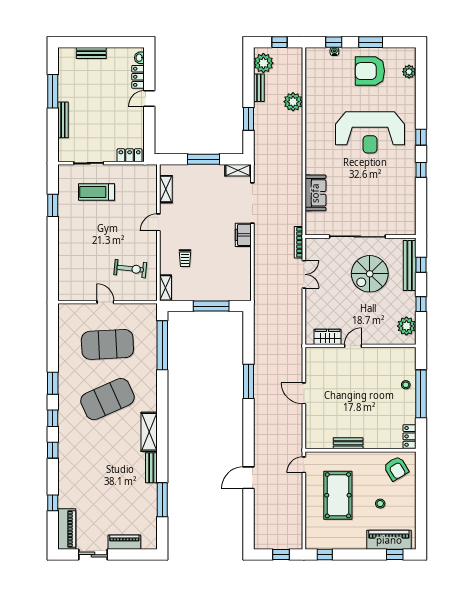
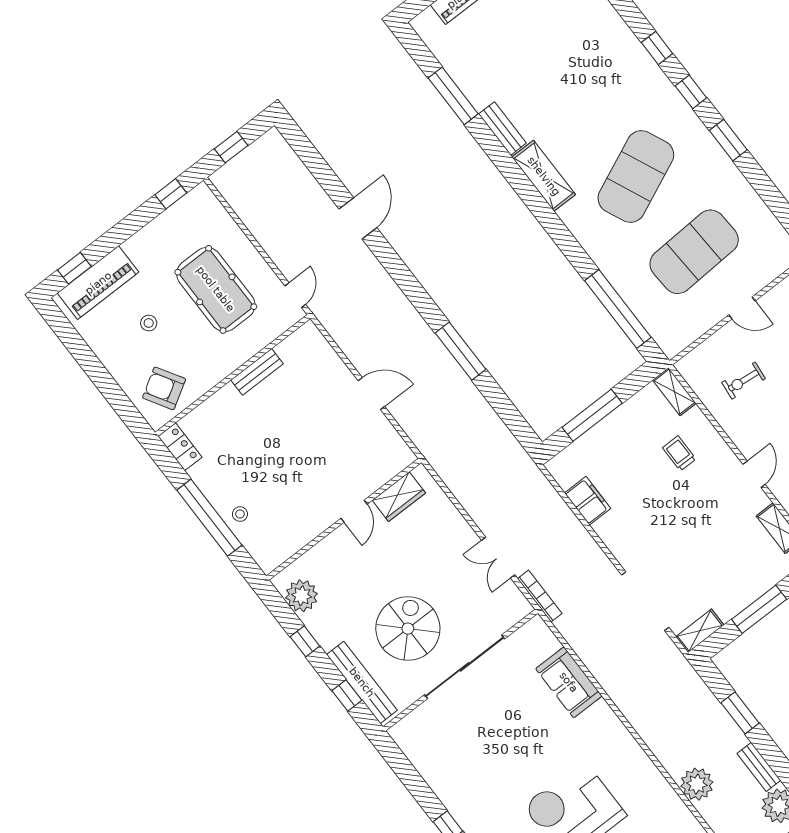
filing cabinet: (243, 235) -> (588, 501), moved
exercise bike: (130, 269) -> (744, 381), width x0.73, depth x0.72

